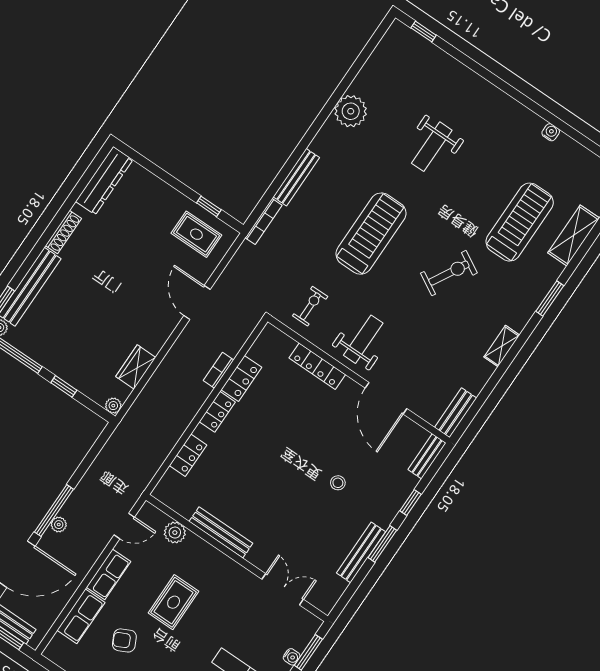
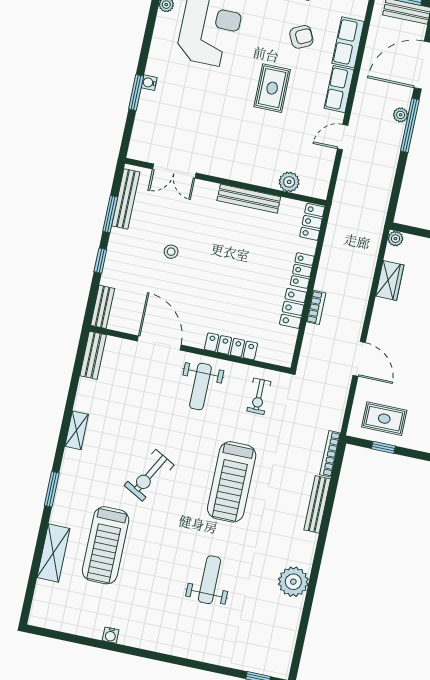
bench: (221, 532) -> (249, 199), moved
plant: (175, 533) -> (289, 182), moved
wall: (237, 558) -> (226, 182), moved
double door: (283, 589) -> (174, 171), moved

